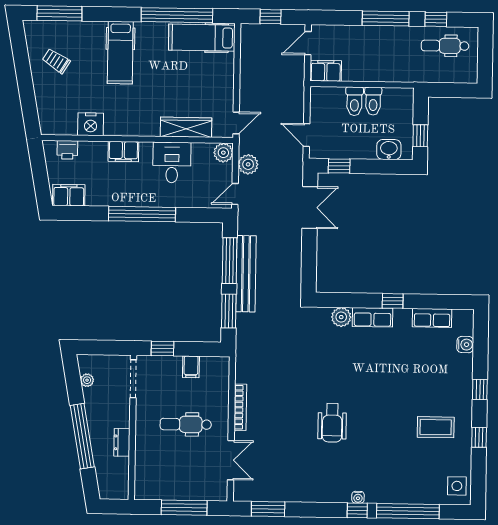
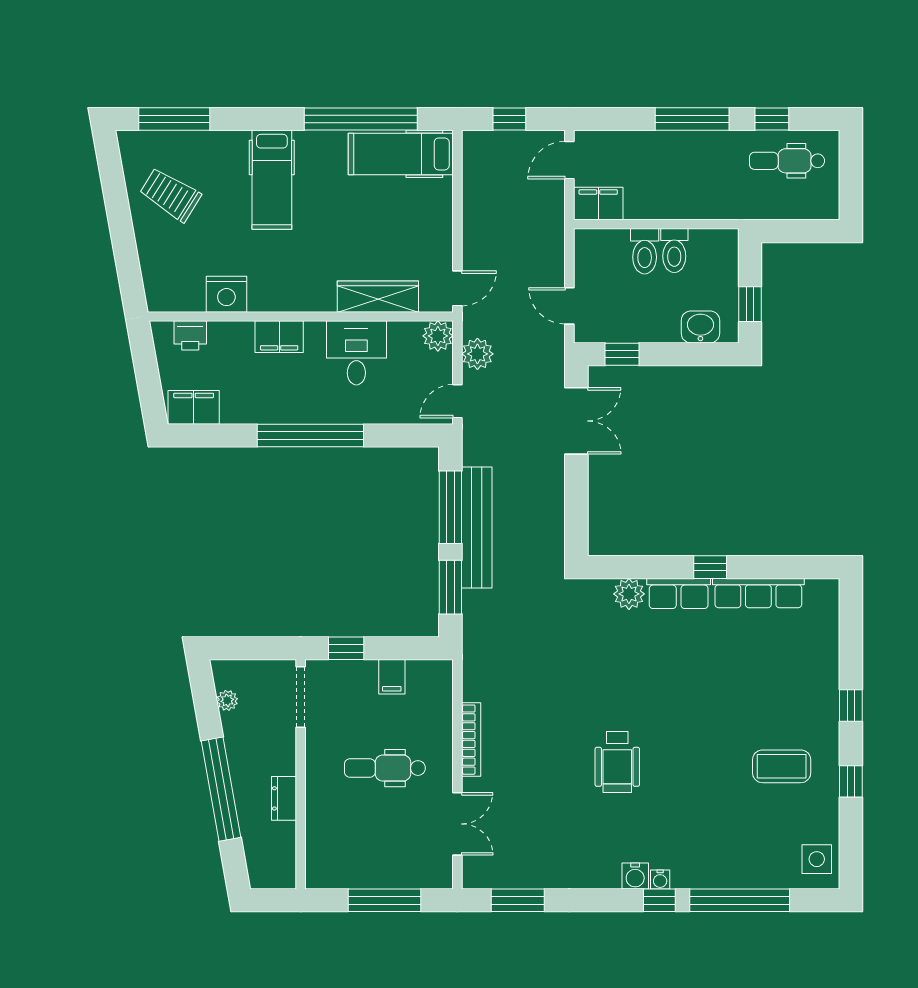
trolley: (56, 61) -> (170, 195), width x1.36, depth x1.39
row of seats: (432, 318) -> (758, 593), width x1.48
water cooler: (465, 345) -> (635, 876), moved, turned 90

